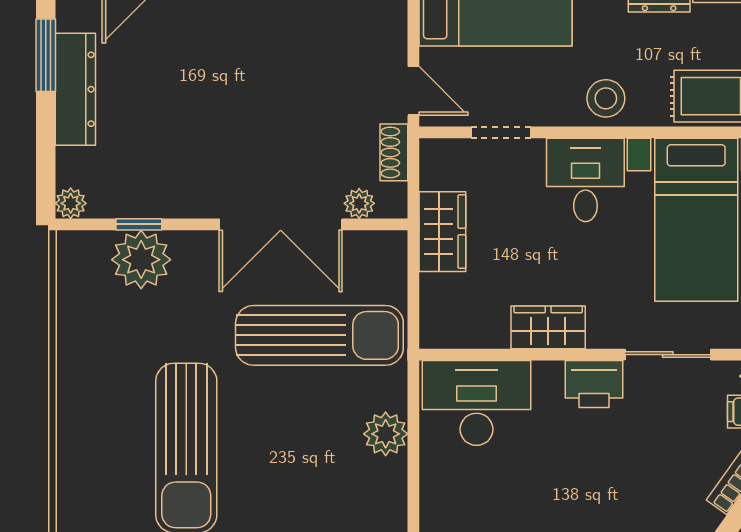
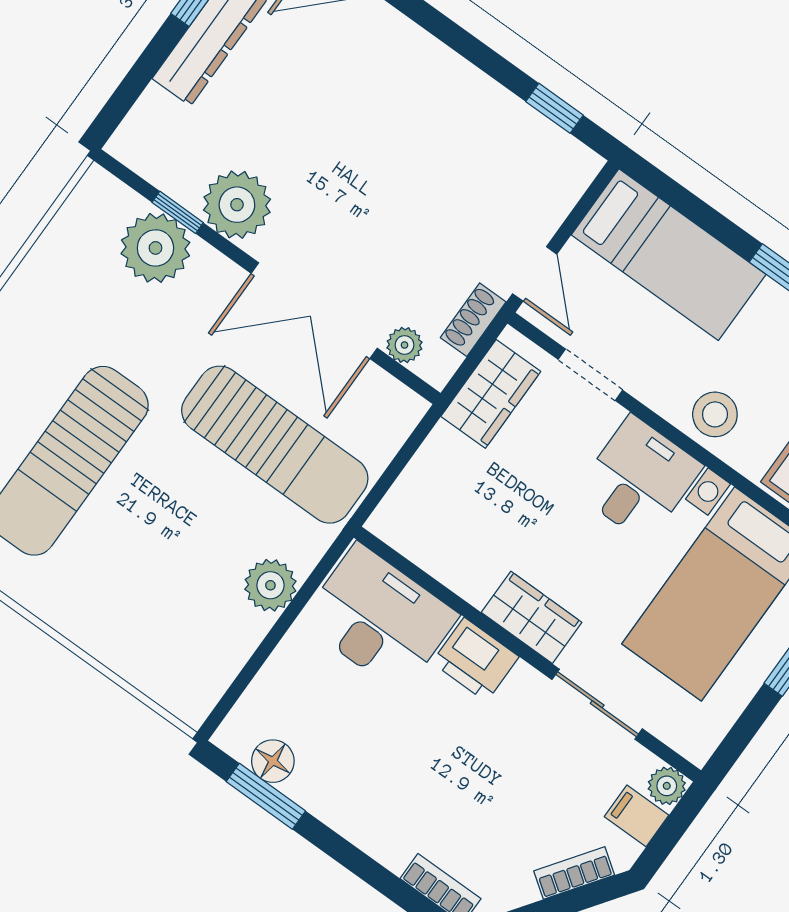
plant: (71, 203) -> (237, 205), moved, width x1.88, depth x1.88
wardrobe: (442, 232) -> (491, 394), moved
wardrobe: (548, 327) -> (532, 617), moved
printer: (594, 384) -> (475, 660), moved

